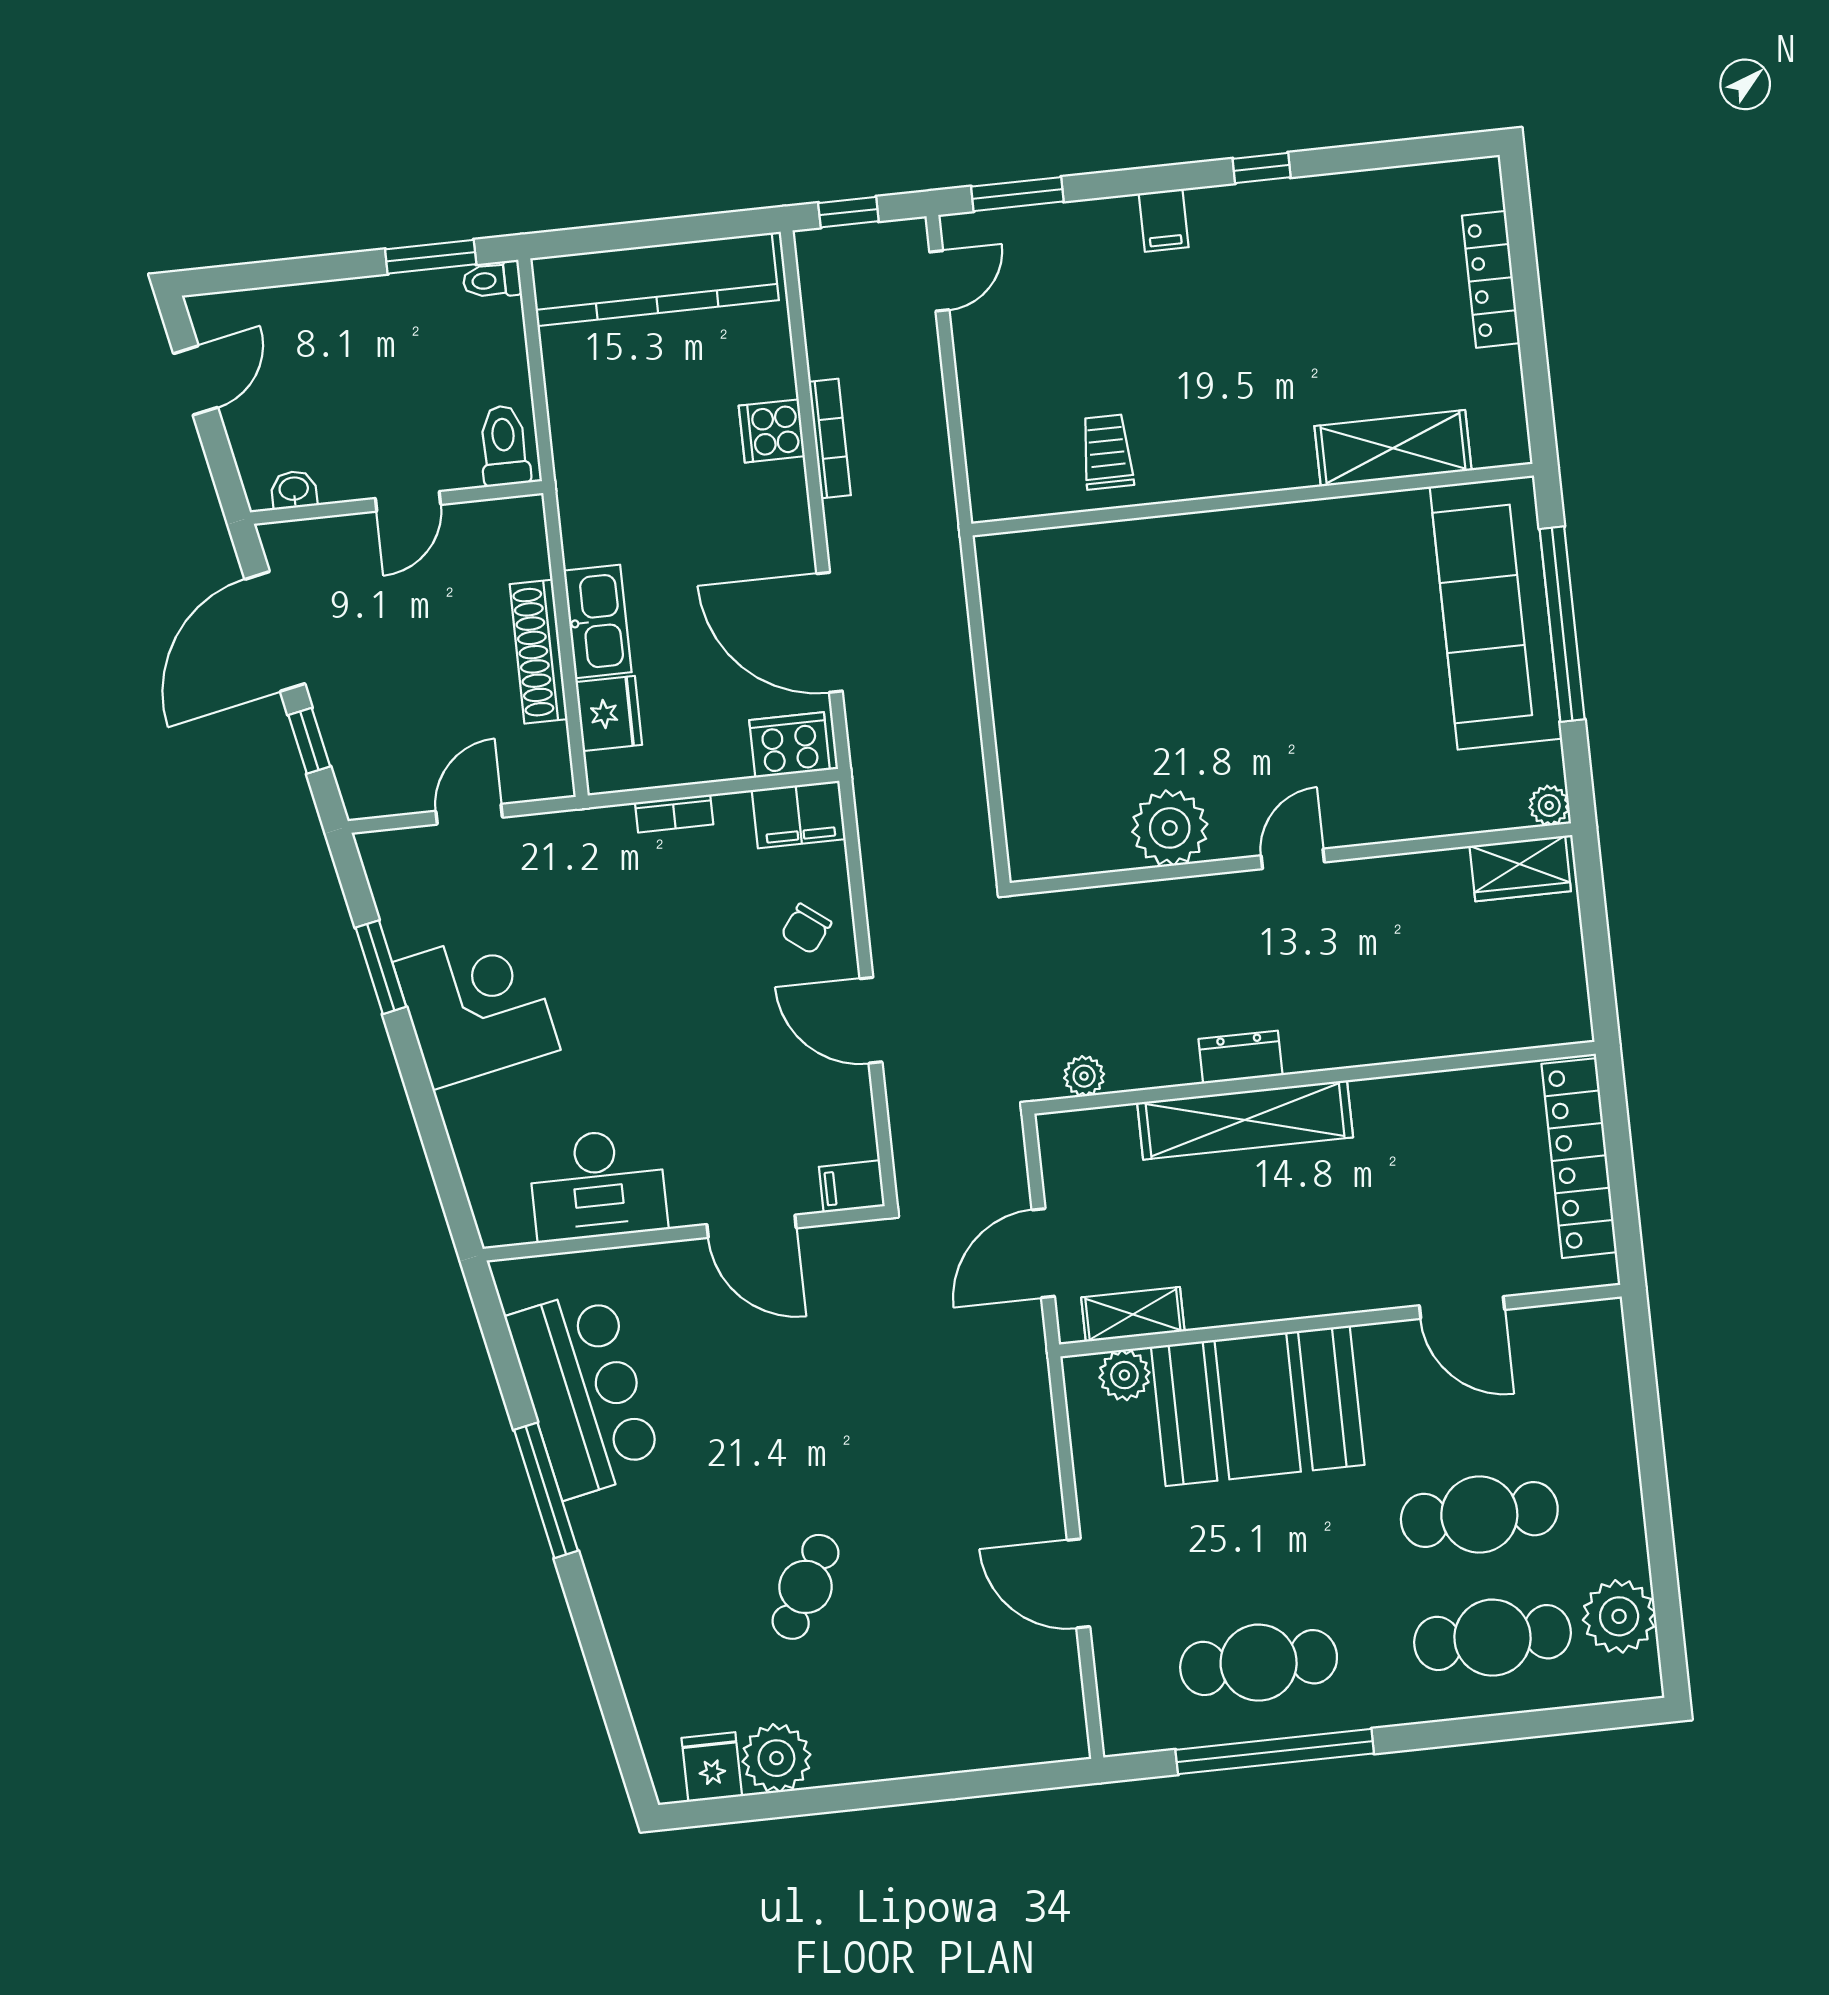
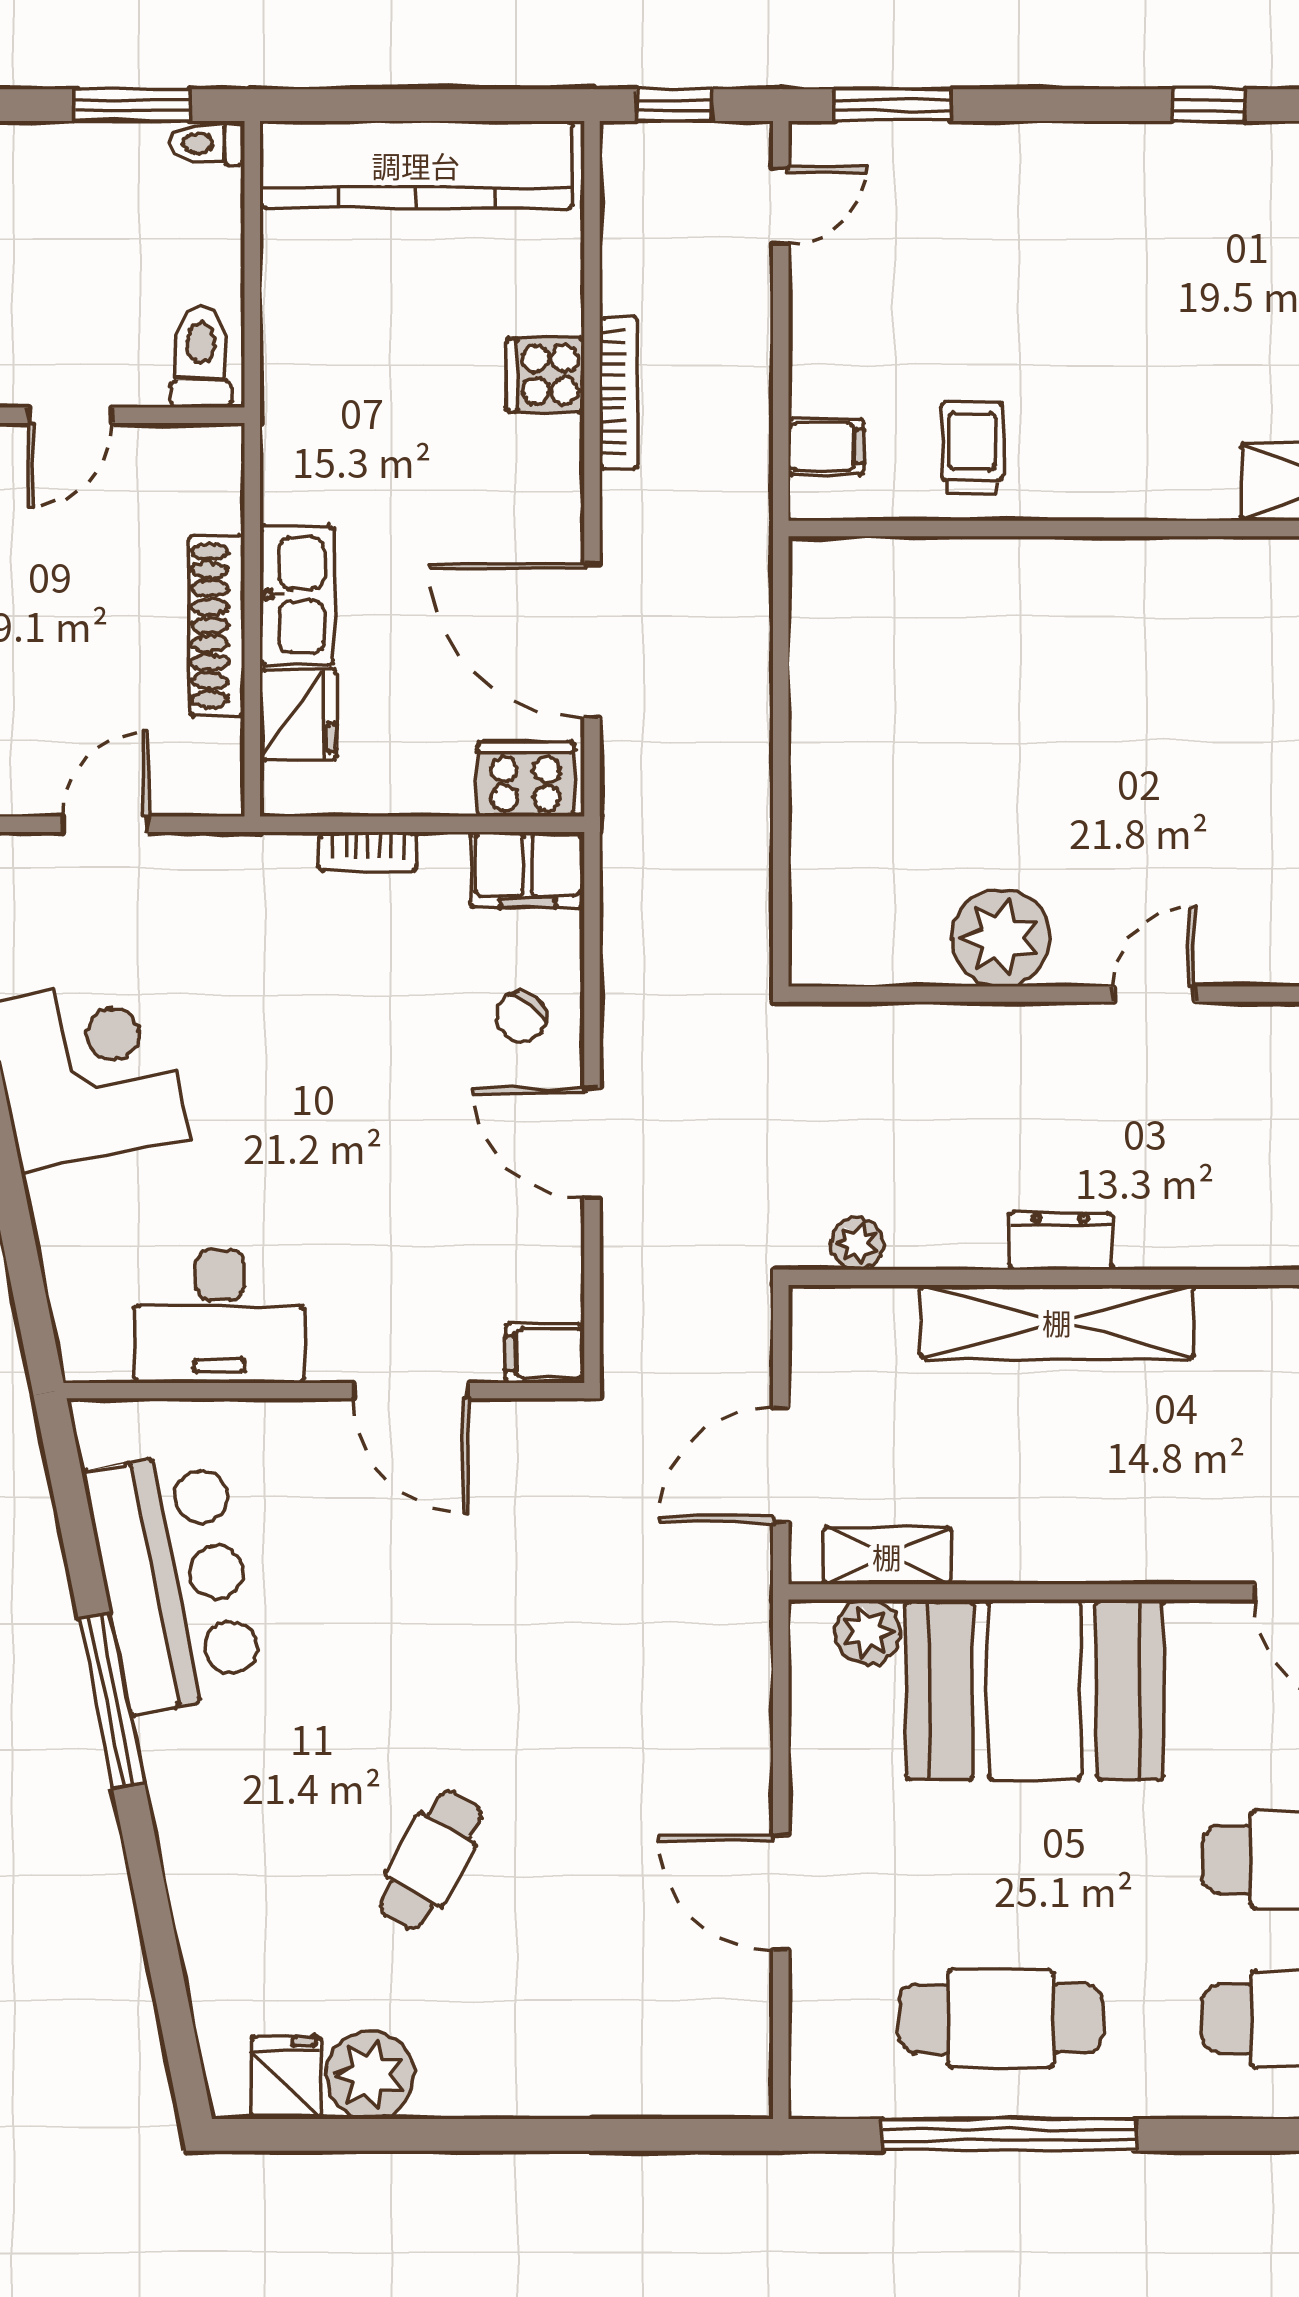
filing cabinet: (1164, 220) -> (826, 447), moved, turned -90

